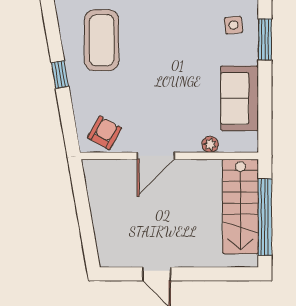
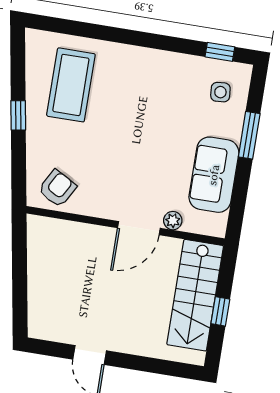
window: (265, 39) -> (249, 135), moved
door: (156, 156) -> (139, 228), moved
window: (265, 217) -> (220, 311), width x0.32

